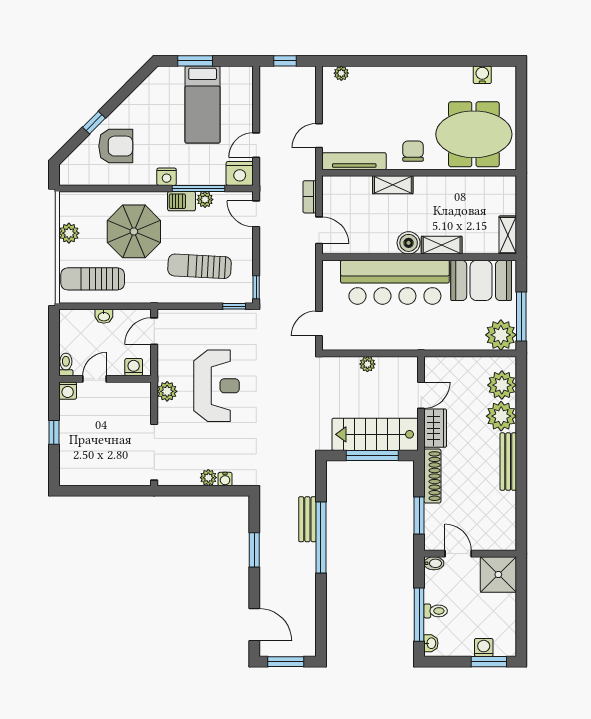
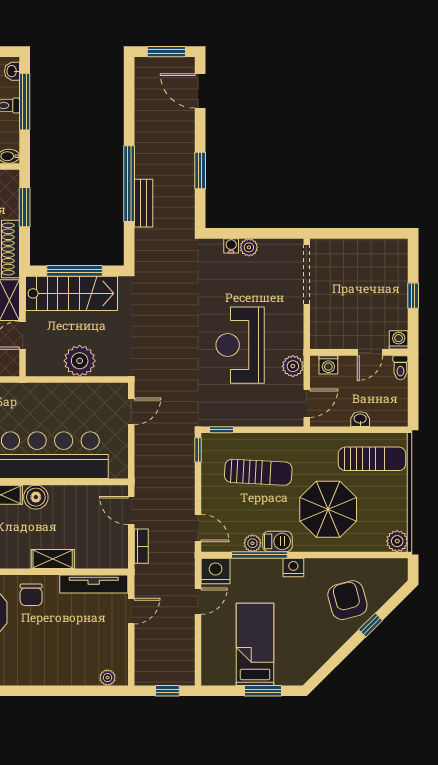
armchair: (116, 146) -> (347, 600), turned 75
plant: (69, 233) -> (397, 541), moved
plant: (367, 364) -> (80, 361), width x1.88, depth x1.88
plant: (167, 391) -> (293, 366), moved

